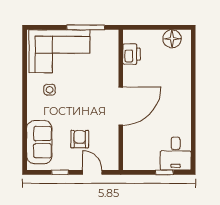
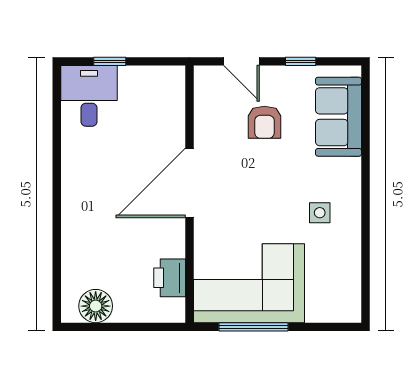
corner sofa: (59, 51) -> (249, 283), moved

